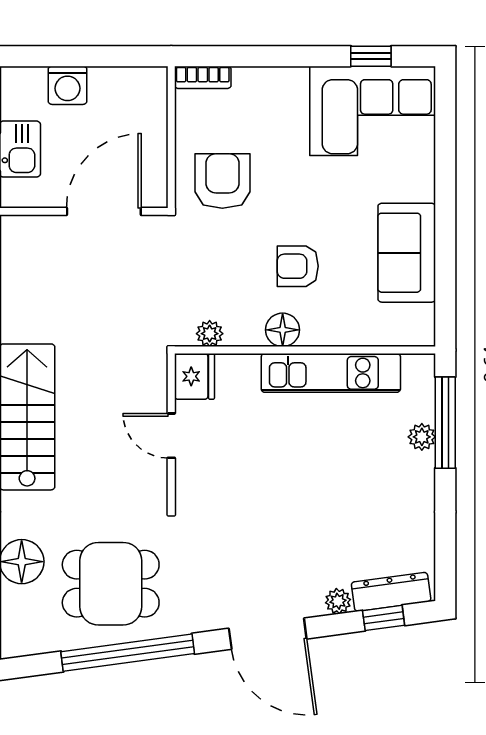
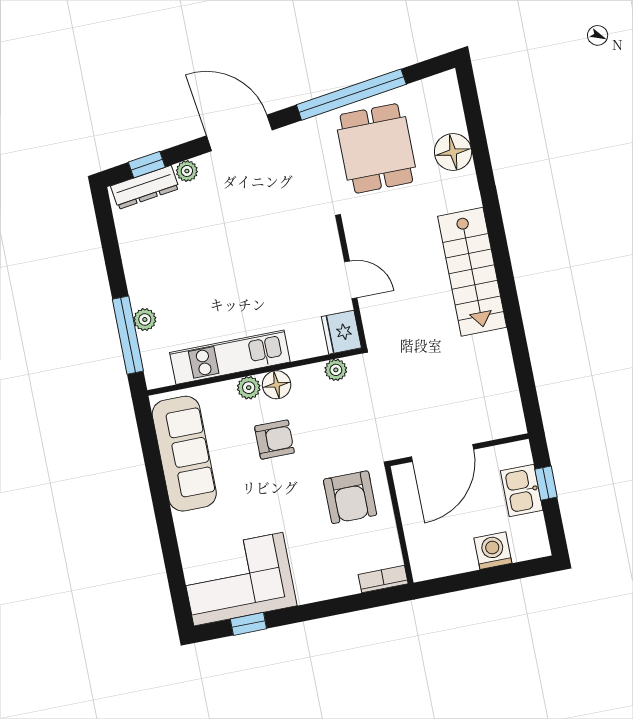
sofa: (407, 253) -> (184, 454), width x1.36
plant: (316, 333) -> (249, 388), added
dining table: (111, 584) -> (376, 148), turned 90

